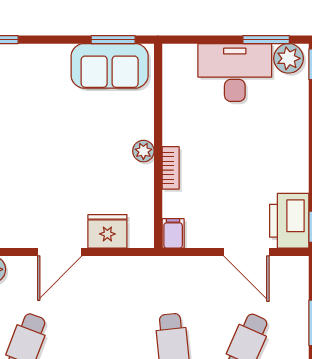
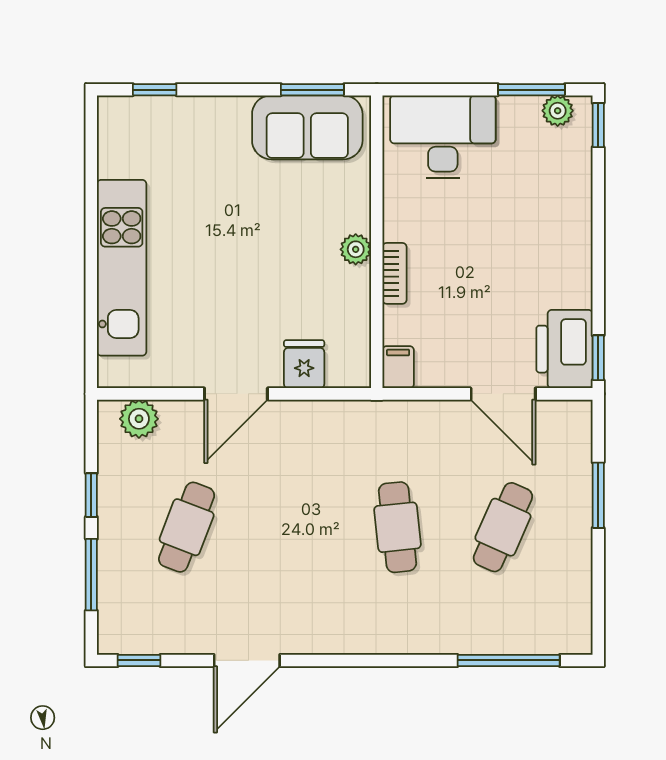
plant: (288, 58) -> (558, 111), width x0.73, depth x0.73
desk: (235, 72) -> (443, 137), moved
fridge: (107, 231) -> (304, 364), width x0.72

